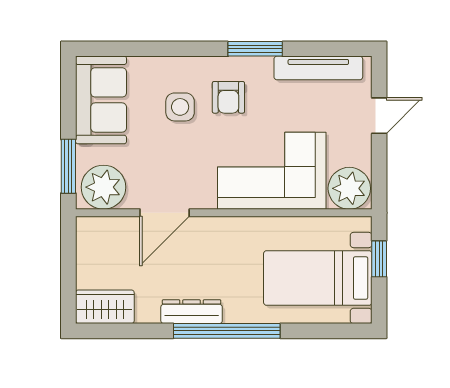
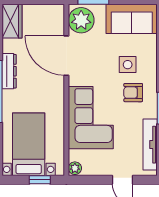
plant: (349, 188) -> (75, 168), width x0.53, depth x0.53
door: (165, 213) -> (66, 56), width x1.36

